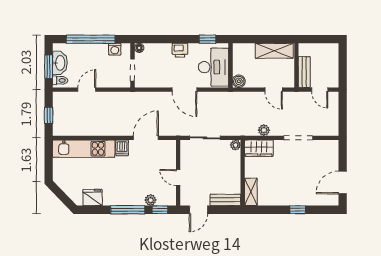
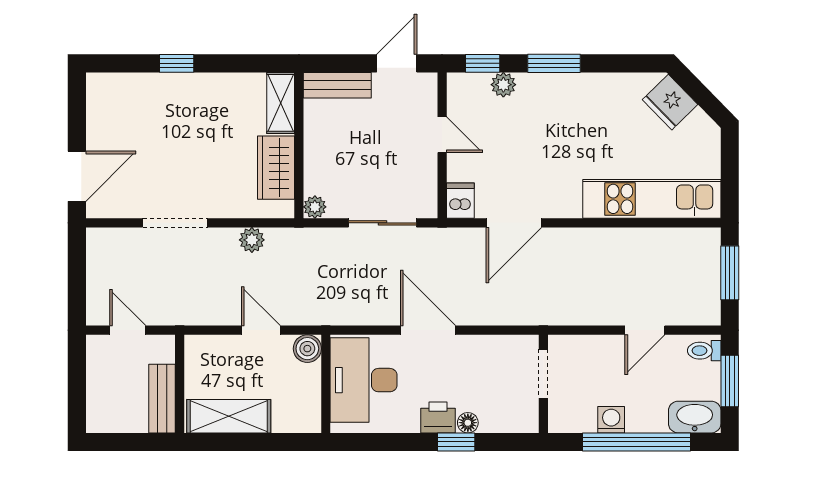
window: (208, 39) -> (456, 442), moved
floor lamp: (139, 48) -> (468, 423), moved
washing machine: (115, 49) -> (611, 420), moved
washbasin: (60, 63) -> (695, 417), moved, turned 90
bench: (304, 72) -> (162, 399), moved
door: (274, 90) -> (261, 330), moved
window: (49, 115) -> (730, 273), width x1.50
dishwasher: (122, 148) -> (460, 201), moved
wardrobe: (259, 148) -> (276, 168), moved, turned -90
door: (343, 182) -> (77, 176), moved
fridge: (93, 197) -> (670, 102), moved, turned 46
window: (128, 210) -> (554, 63), width x0.69

